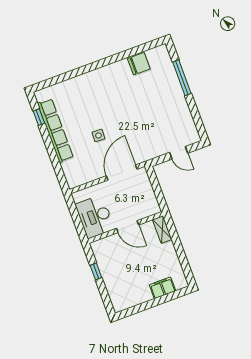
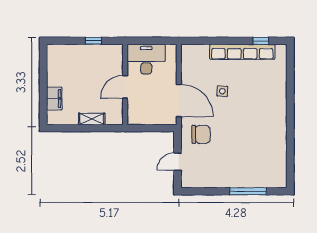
chair: (139, 64) -> (201, 134), moved, turned -90
shelving: (162, 229) -> (92, 119), moved

